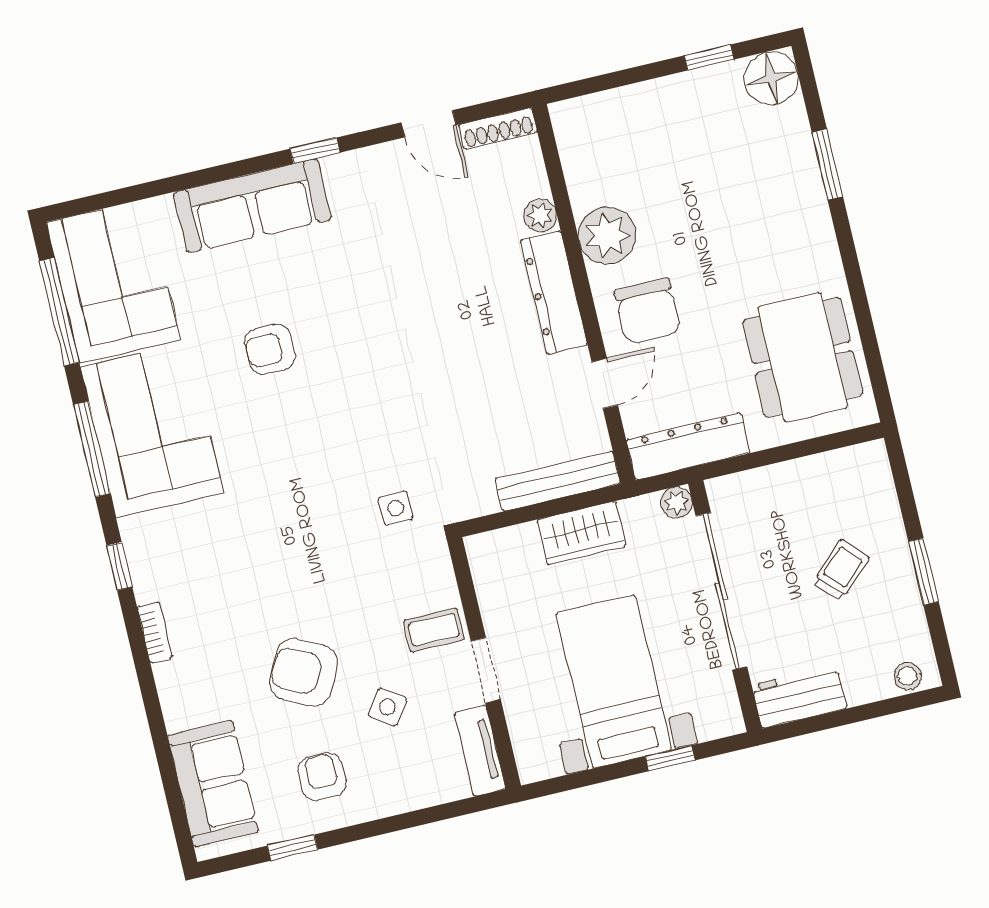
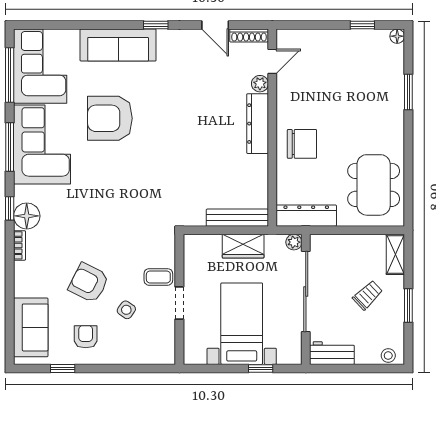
floor lamp: (771, 78) -> (397, 36), width x0.53, depth x0.53
plant: (607, 235) -> (291, 101), removed
chair: (648, 311) -> (302, 144), turned -90
armchair: (270, 349) -> (110, 118), width x1.88, depth x1.88
door: (605, 383) -> (272, 61), moved
shelving: (876, 480) -> (395, 254), added
side table: (396, 508) -> (154, 212), removed
floor lamp: (155, 573) -> (27, 216), added
tv unit: (480, 751) -> (167, 342), removed

